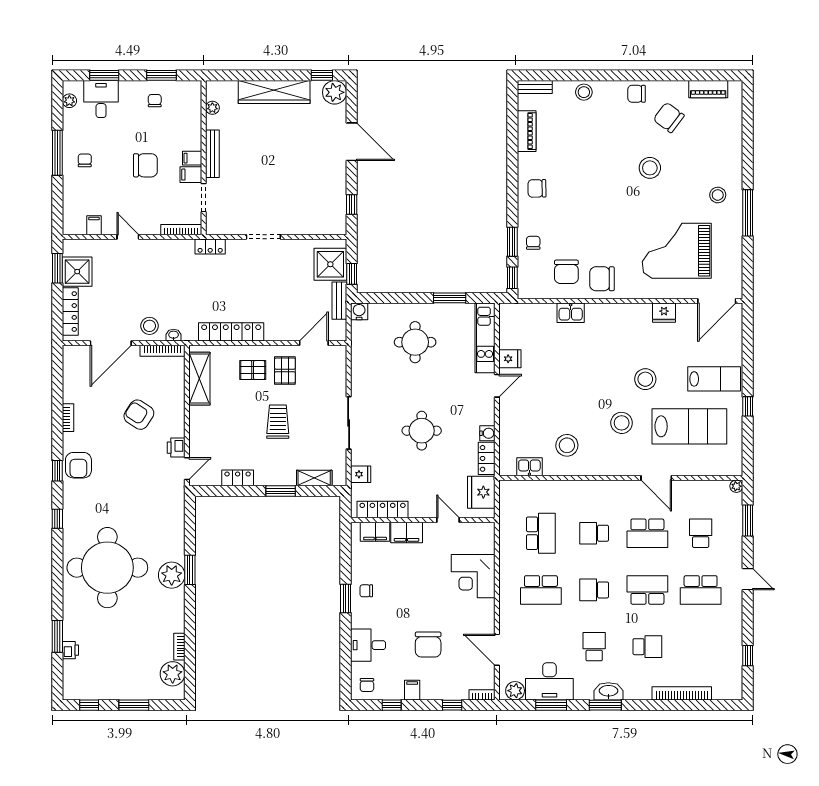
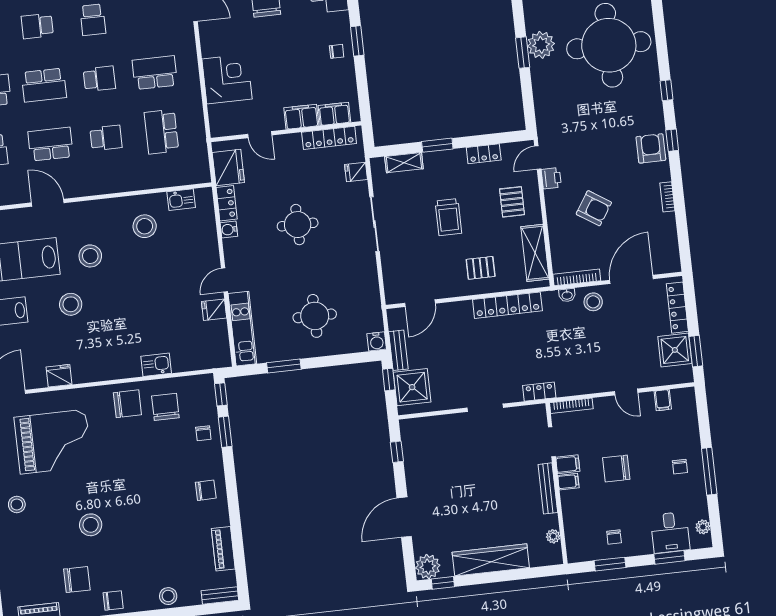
chair: (669, 117) -> (77, 579), turned -37
door: (352, 142) -> (404, 517), hinge flipped
pallet: (285, 371) -> (512, 202), moved

